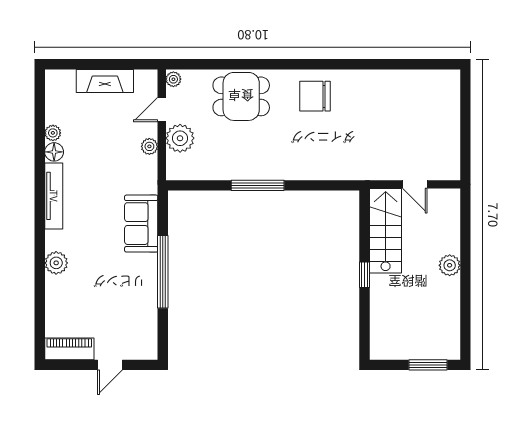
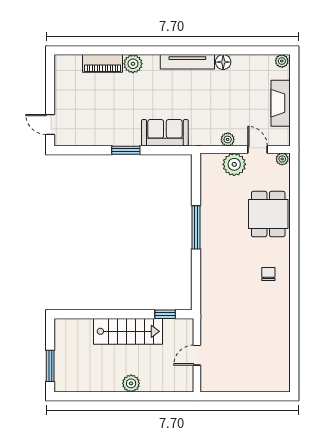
chair: (315, 96) -> (268, 274), width x0.54, depth x0.54
plant: (53, 133) -> (282, 61), moved
stairs: (386, 231) -> (128, 331), moved
window: (163, 272) -> (126, 150), width x0.47
window: (364, 275) -> (165, 314), moved
piano: (69, 349) -> (102, 63), moved, turned 90
door: (110, 365) -> (50, 124), moved

